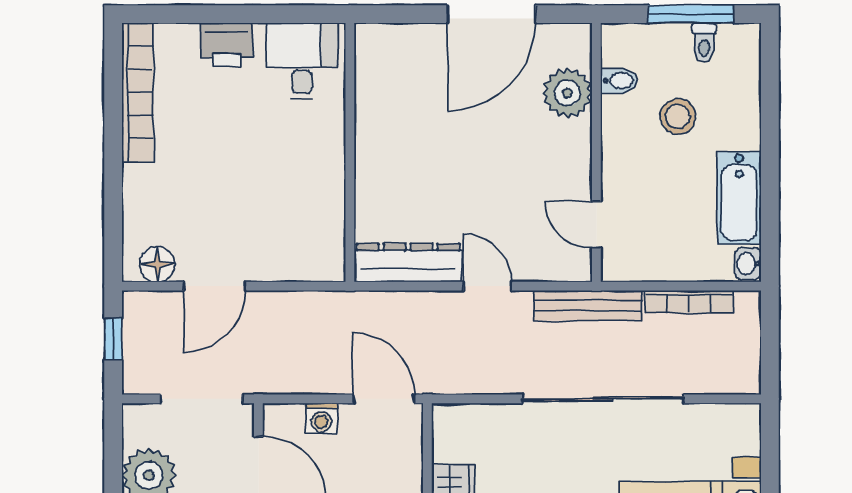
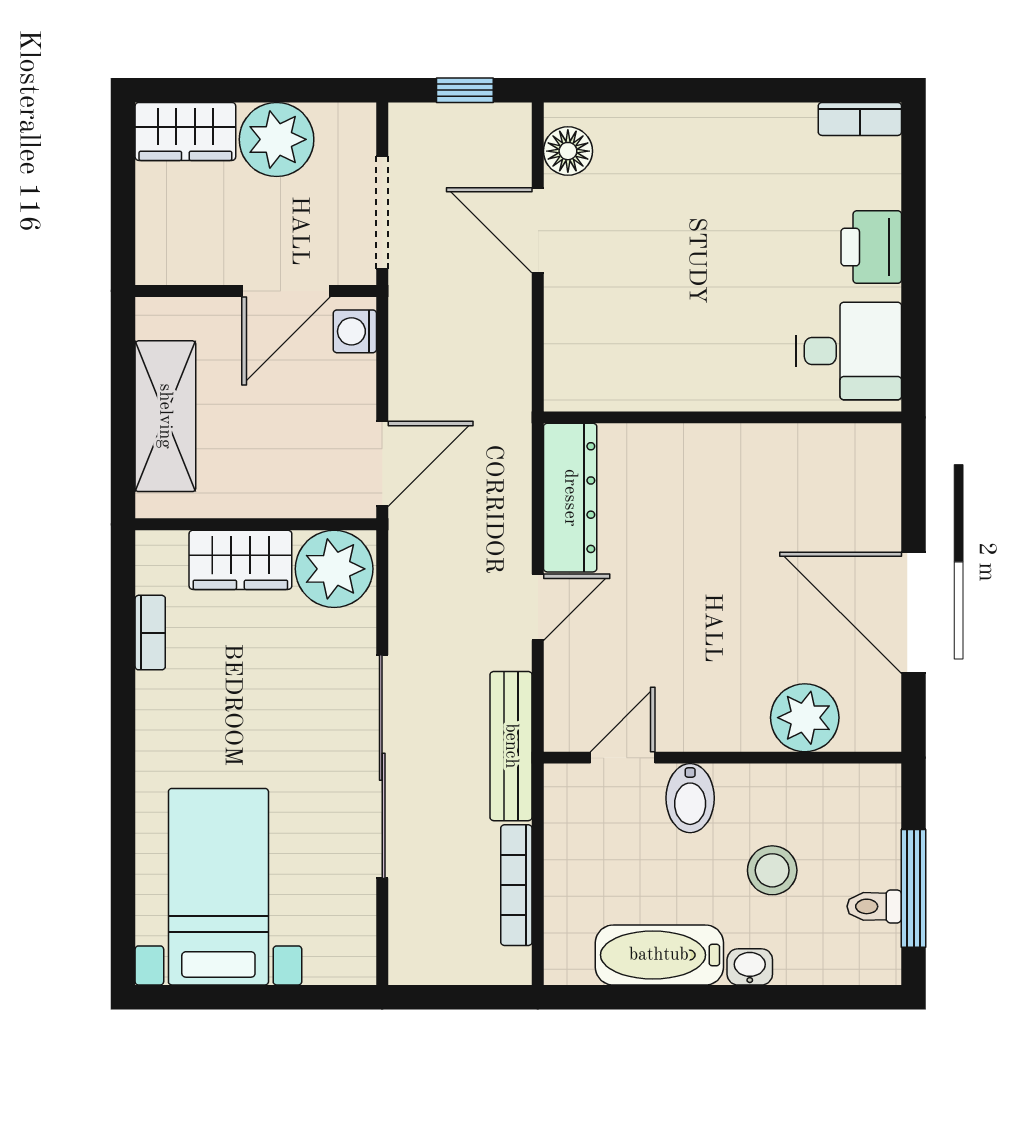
bidet: (619, 81) -> (690, 798), moved, width x1.38, depth x1.36
bookcase: (138, 92) -> (860, 119), width x0.43, depth x0.76
washbasin: (748, 264) -> (750, 967), moved
washing machine: (321, 419) -> (355, 331), moved
plant: (460, 434) -> (334, 569), added

